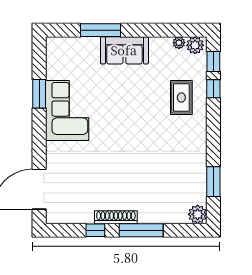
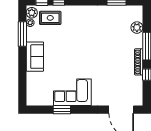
window: (100, 30) -> (22, 34), moved
rug: (181, 97) -> (50, 18), moved
plant: (198, 214) -> (137, 28), moved

